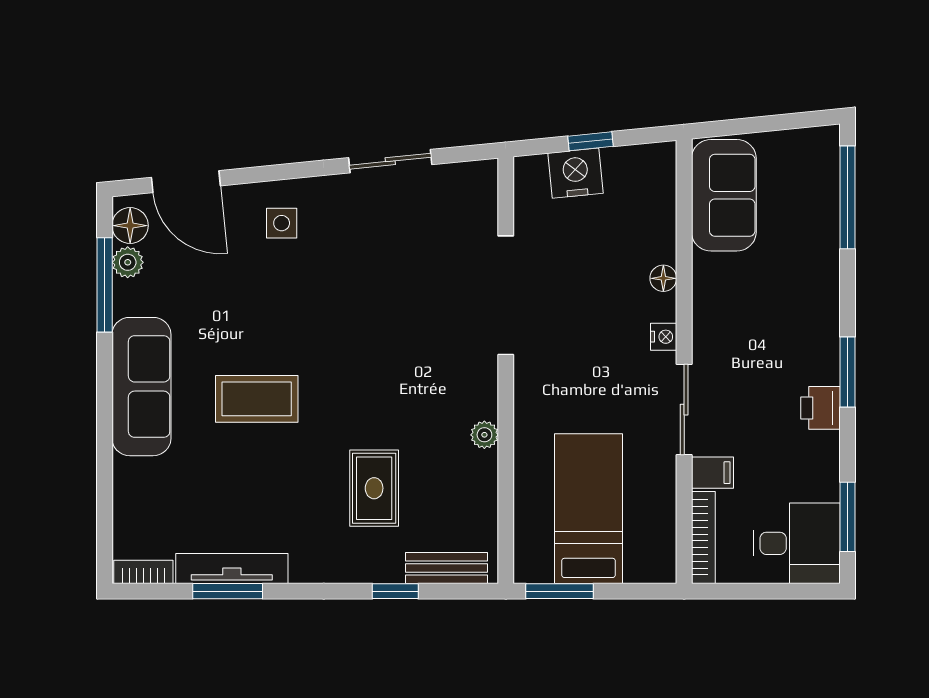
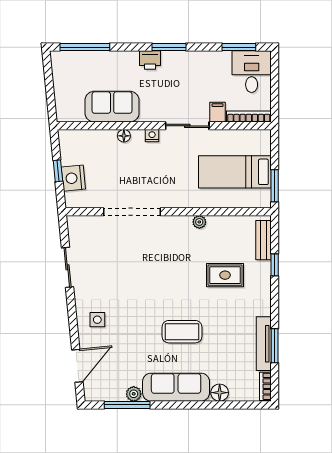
sofa: (724, 195) -> (112, 107), moved
floor lamp: (130, 226) -> (220, 393), moved
plant: (128, 262) -> (134, 394), moved
coffee table: (257, 399) -> (182, 332), turned 90
printer: (821, 408) -> (150, 60), moved

